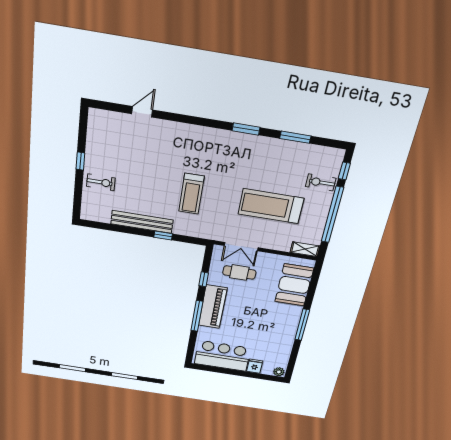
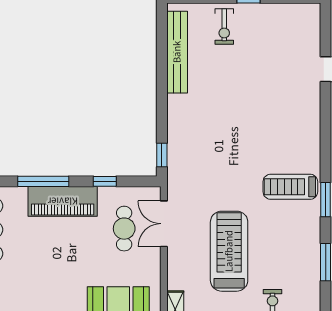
treadmill: (191, 194) -> (290, 187), moved
bench: (142, 222) -> (177, 52), moved
window: (163, 236) -> (162, 155), moved

